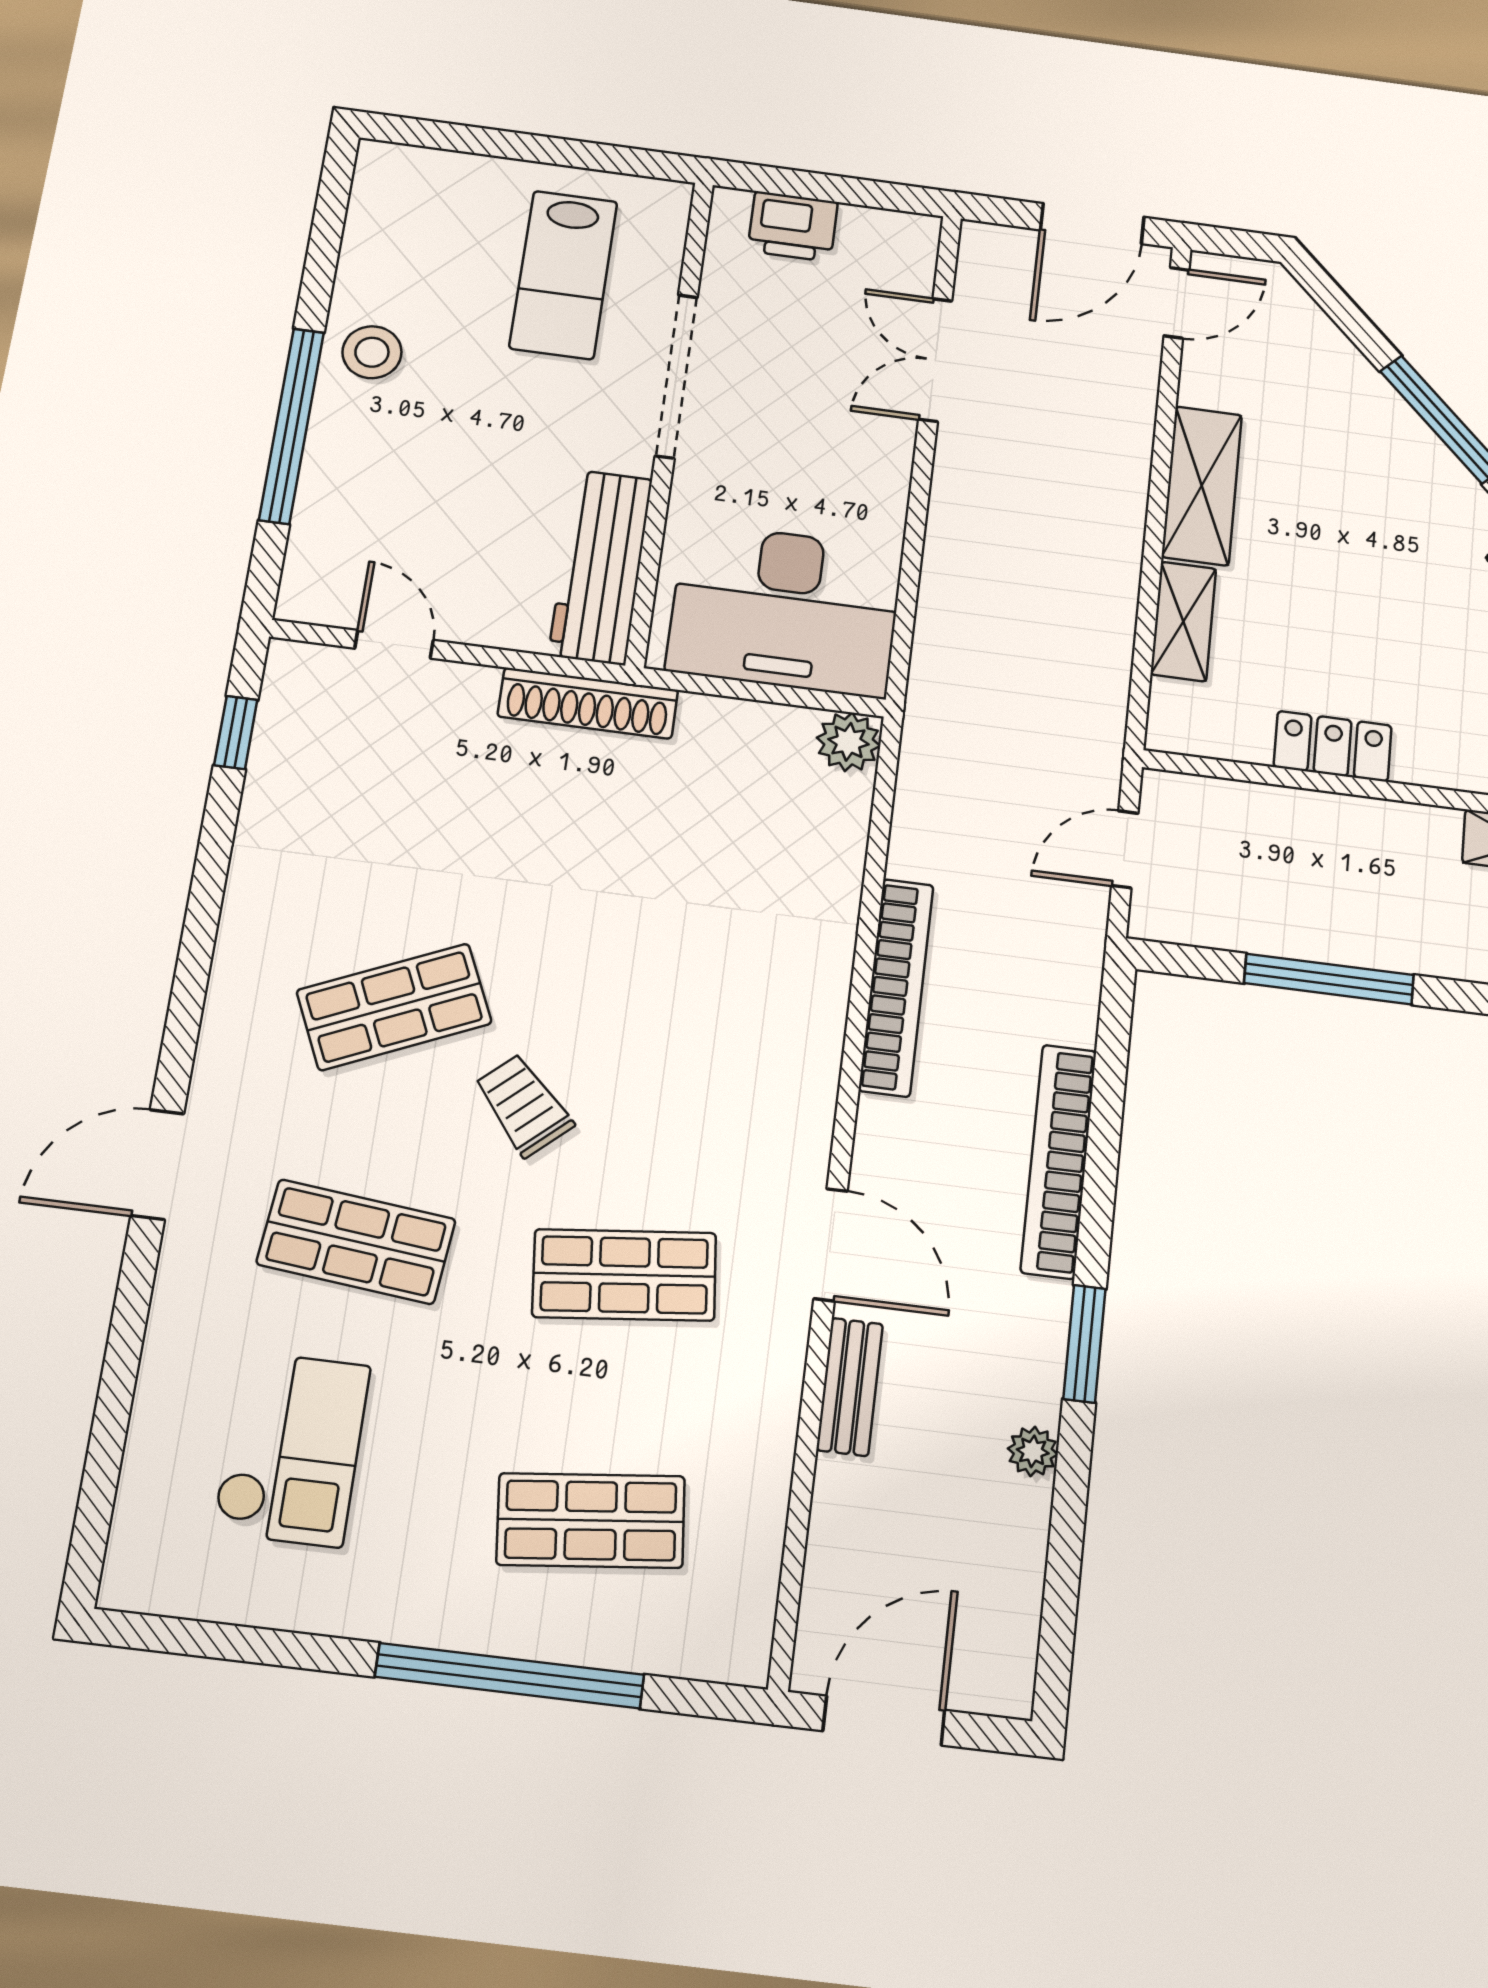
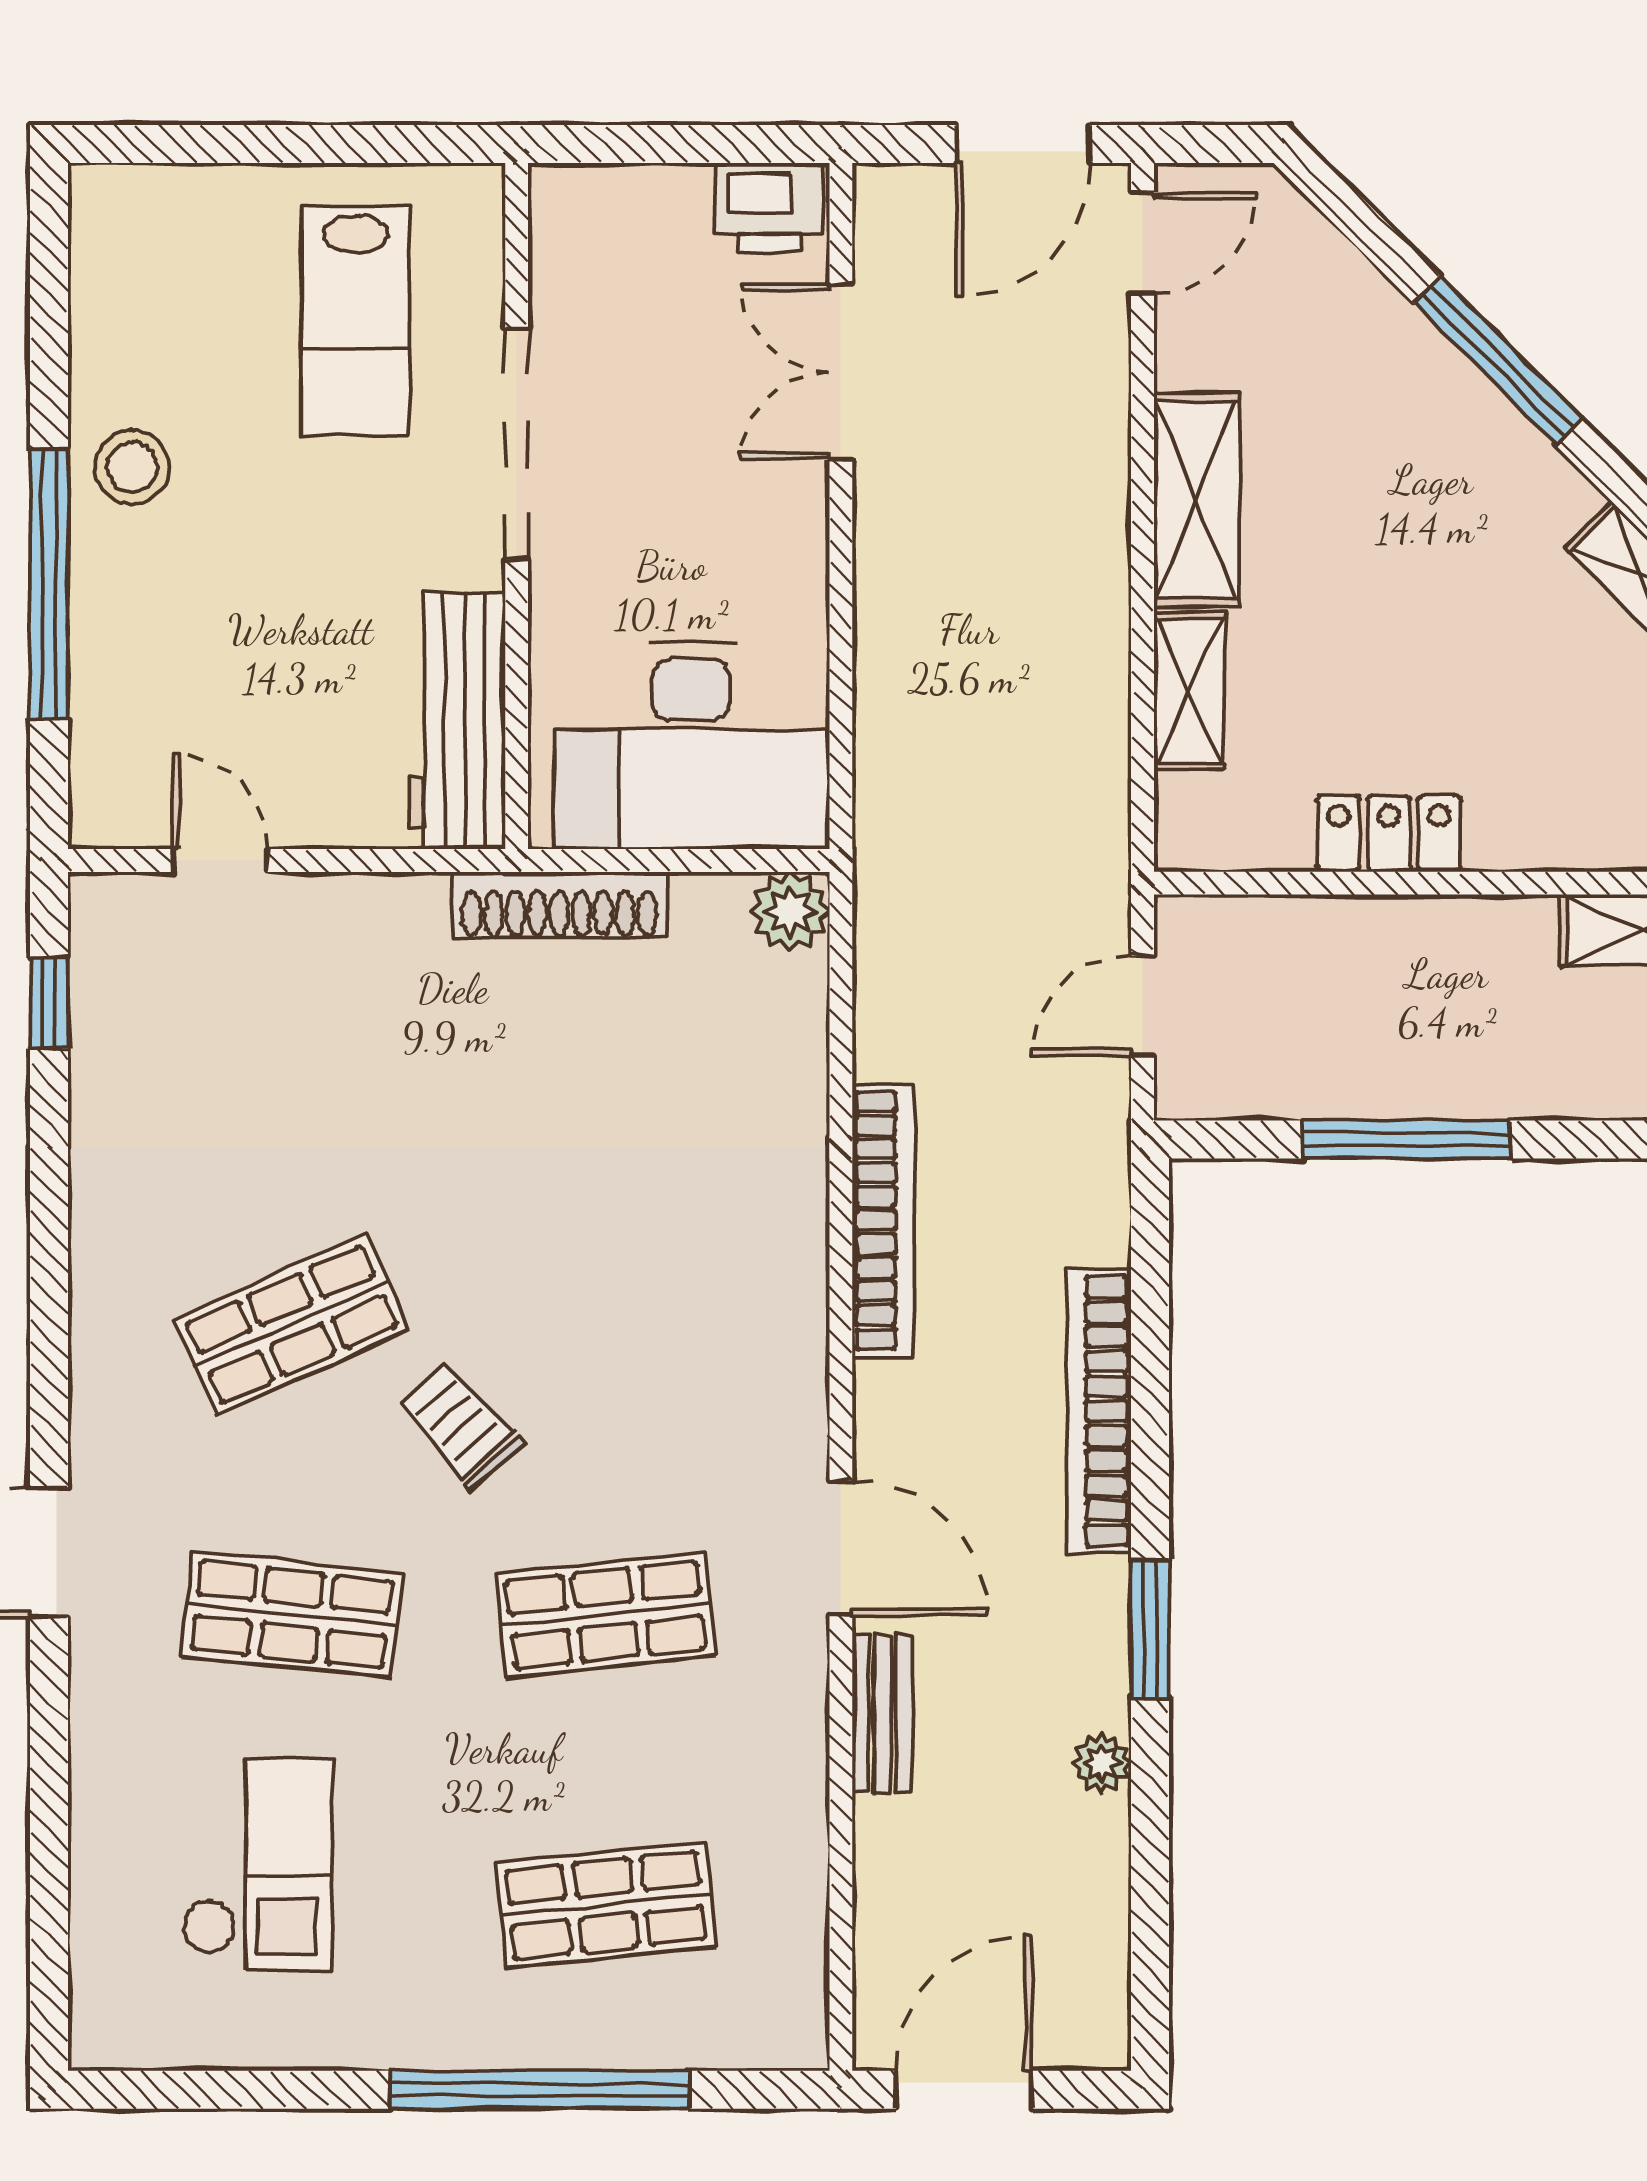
printer: (793, 226) -> (769, 207), moved
shoe rack: (588, 703) -> (559, 905), moved

